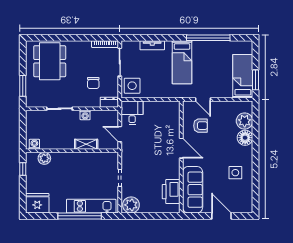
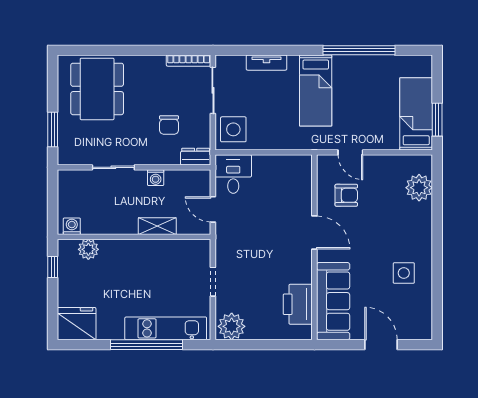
floor lamp: (245, 138) -> (420, 215), removed

